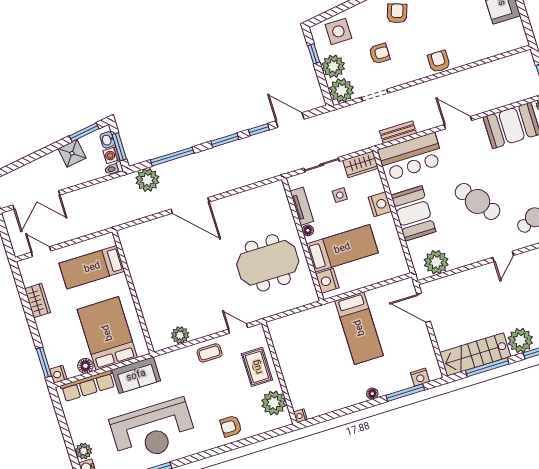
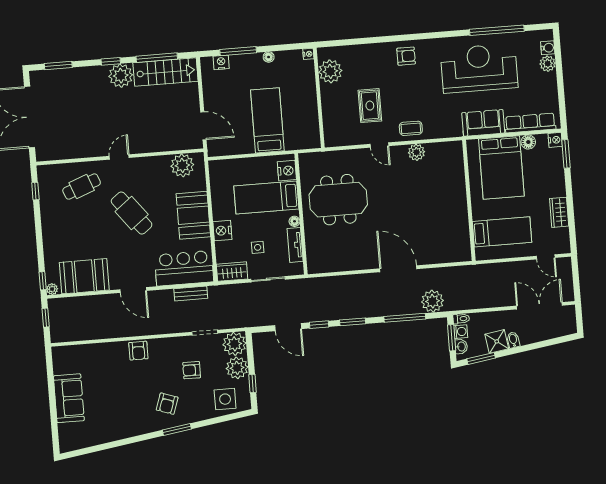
bidet: (55, 159) -> (513, 340), added
plant: (180, 335) -> (416, 152), moved
wall: (279, 373) -> (319, 98), moved
plant: (274, 403) -> (330, 71), moved
nightstand: (300, 416) -> (308, 54), moved

